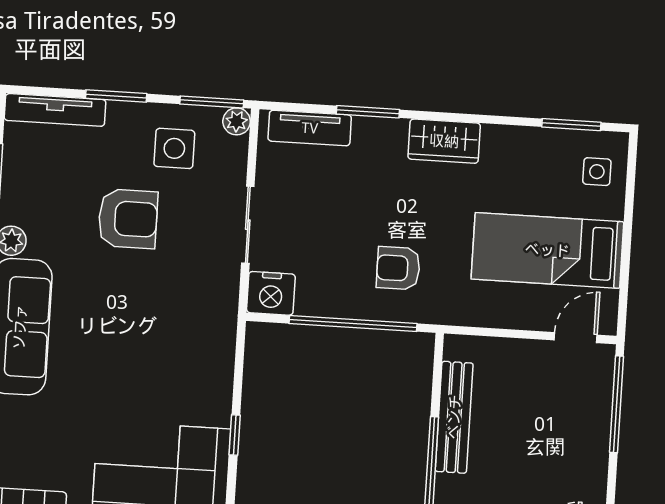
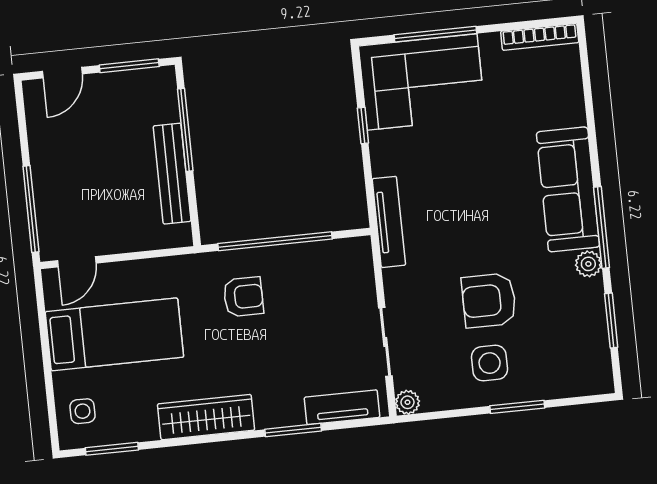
window: (212, 102) -> (432, 416), removed
tv unit: (55, 110) -> (389, 222), moved, turned 90
wardrobe: (444, 141) -> (206, 417), width x1.50
side table: (174, 148) -> (490, 363), moved
sliding door: (248, 225) -> (385, 342), moved
nightstand: (271, 293) -> (352, 256), removed

